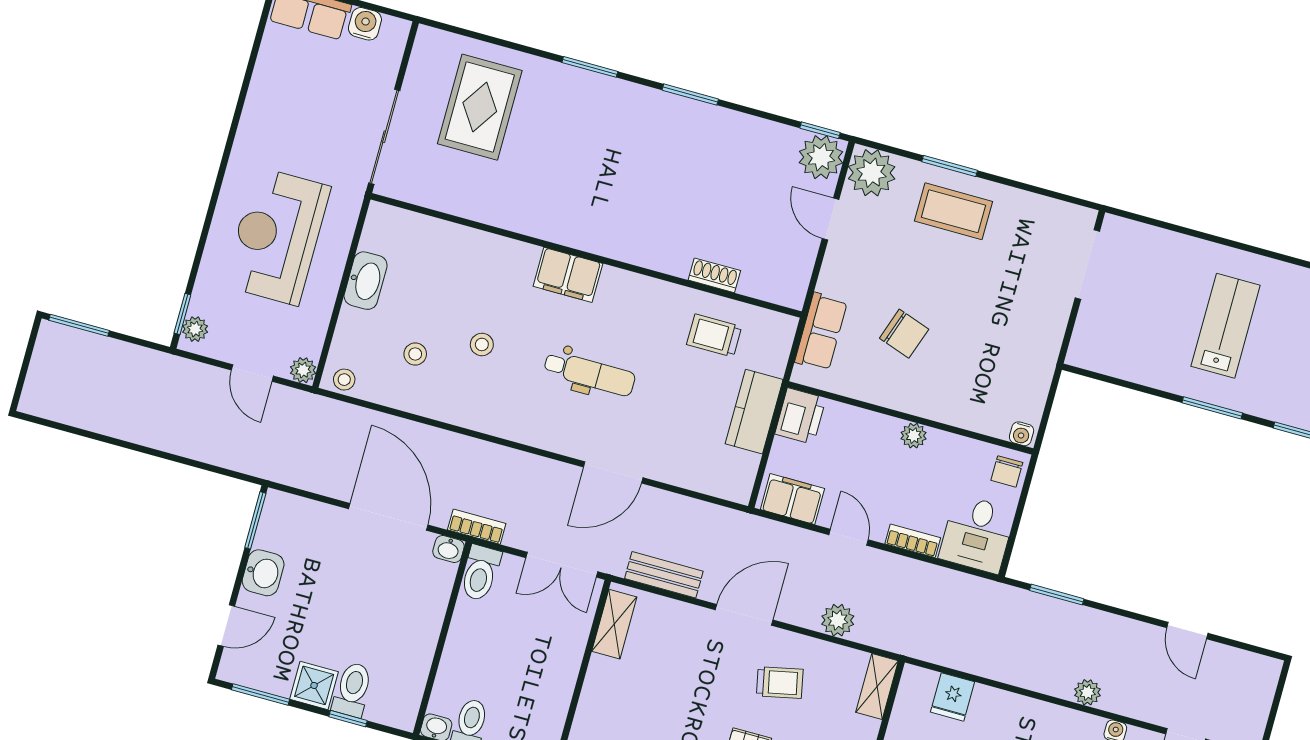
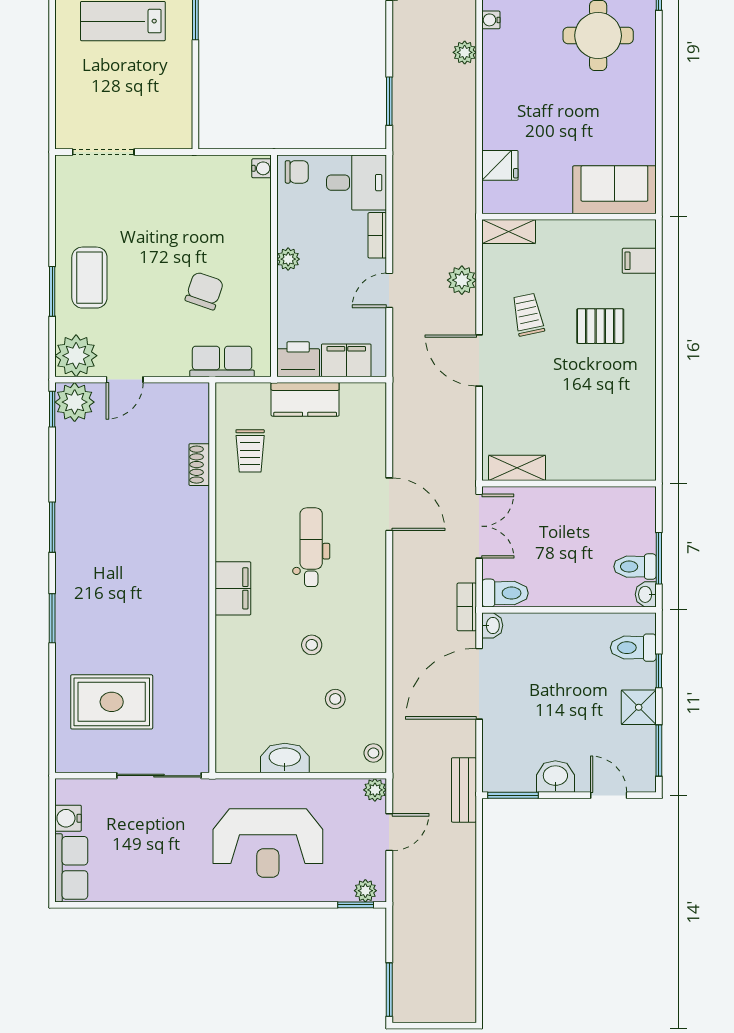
filing cabinet: (792, 499) -> (346, 360), moved, turned 90
bench: (664, 575) -> (464, 790), moved
toilet: (353, 690) -> (633, 648), moved

